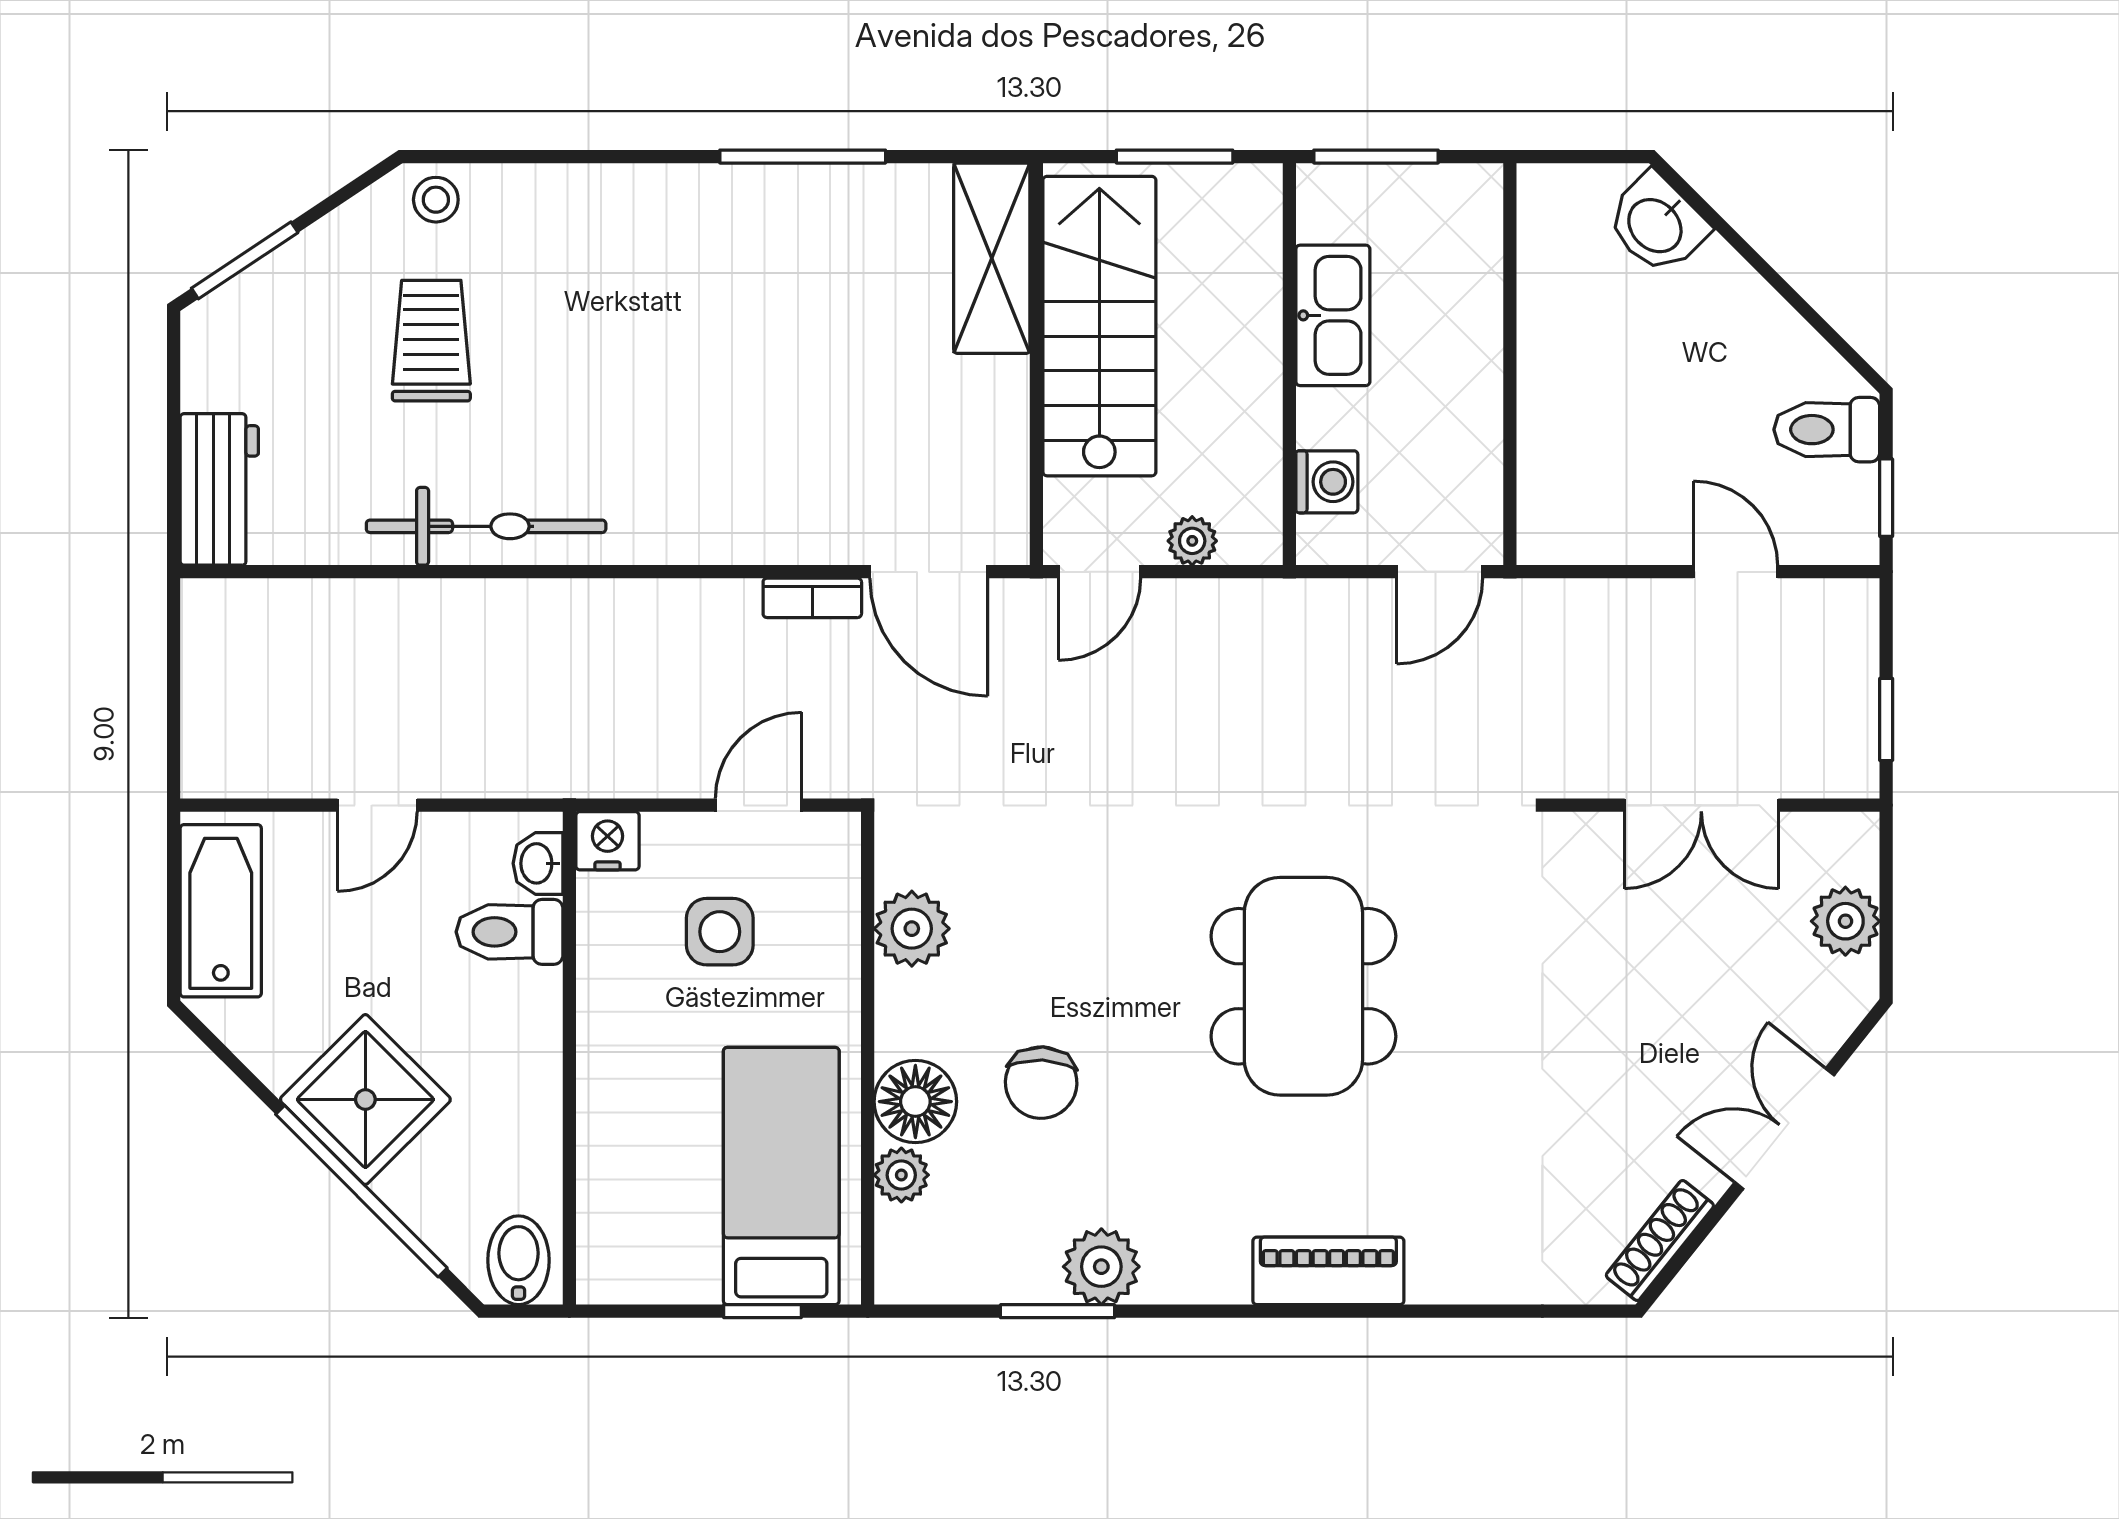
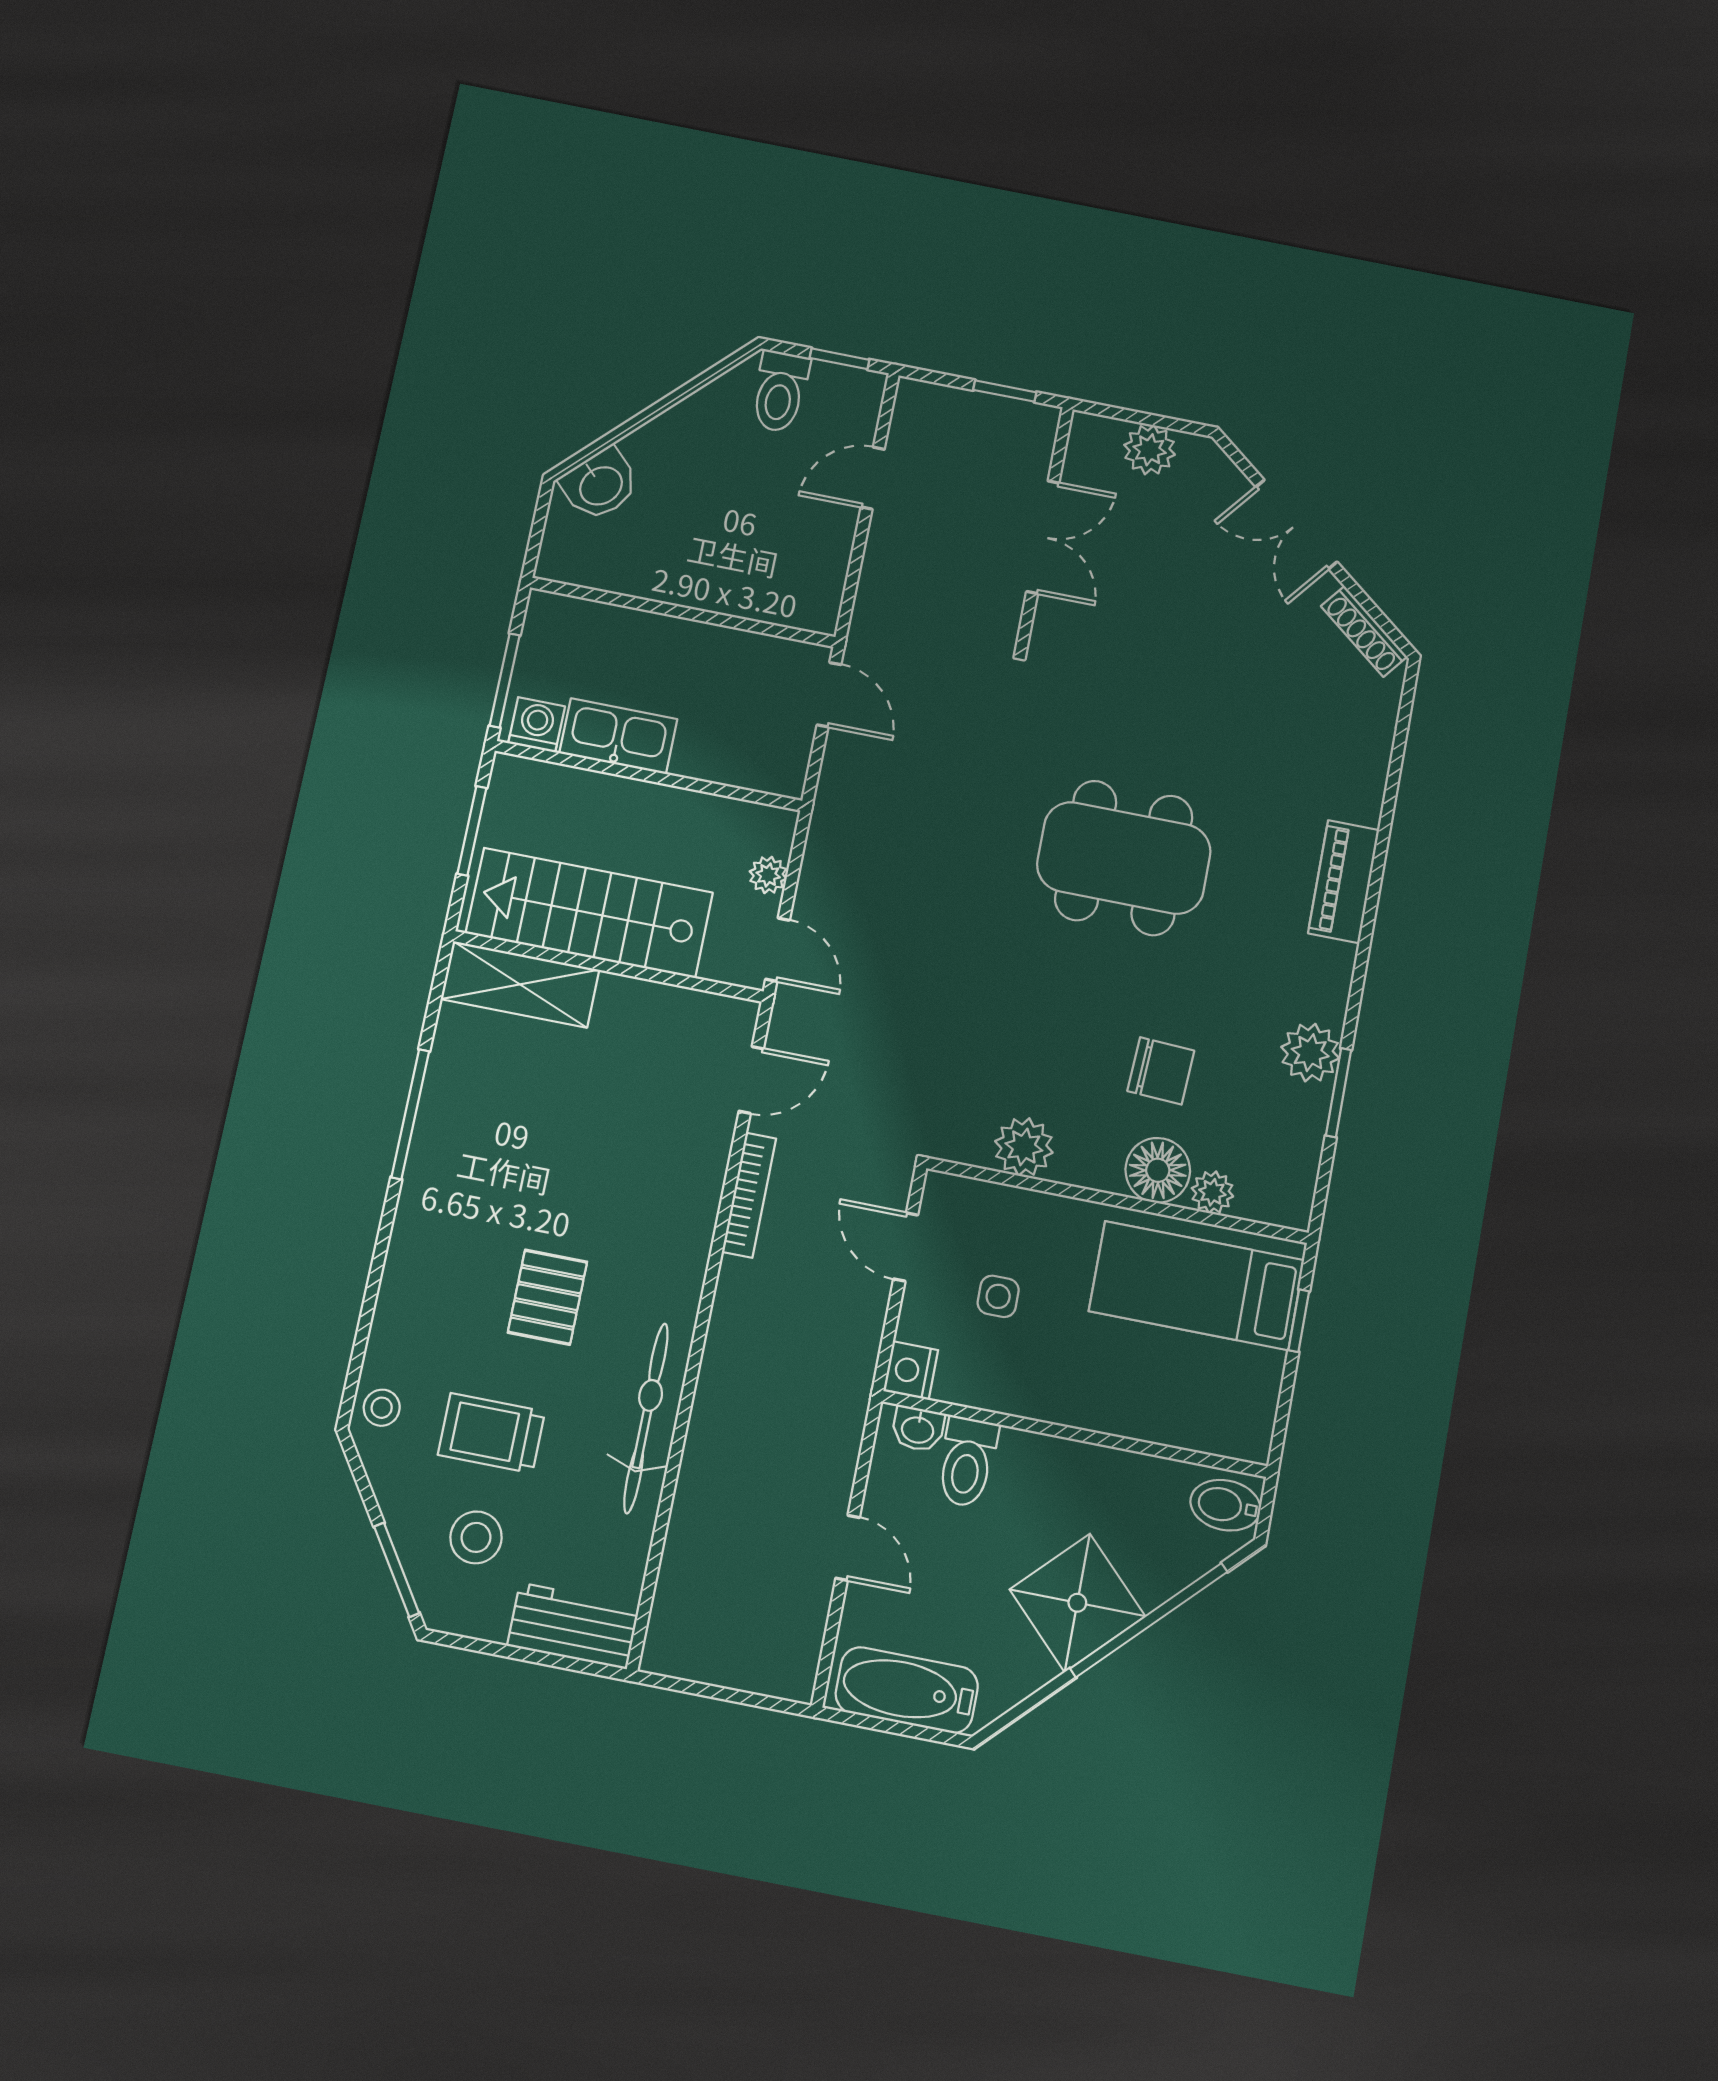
stool: (302, 349) -> (476, 1537), added
pallet: (610, 374) -> (547, 1297), added
washing machine: (1327, 482) -> (537, 725), moved
door: (929, 572) -> (751, 1080), width x0.73
bookcase: (812, 598) -> (749, 1195), width x1.56
side table: (720, 932) -> (998, 1296), width x0.73, depth x0.73

